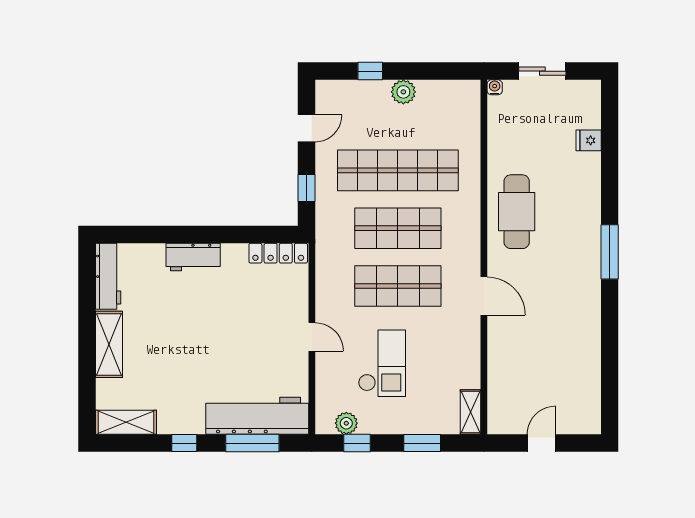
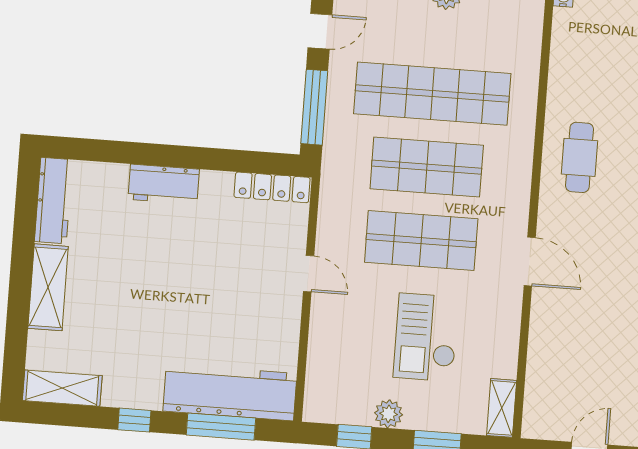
window: (306, 188) -> (314, 107), width x2.17
cafe table: (517, 212) -> (580, 157), width x0.73, depth x0.74
door: (312, 337) -> (309, 274), moved
checkout: (382, 363) -> (426, 337), moved, turned 180
plant: (346, 423) -> (389, 414), moved

